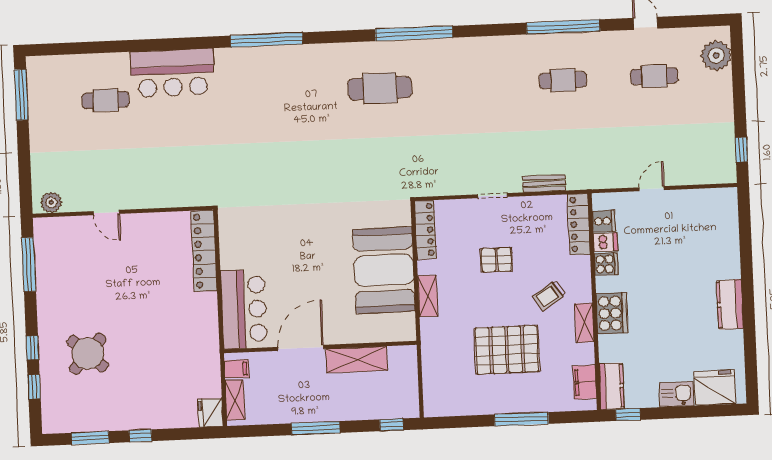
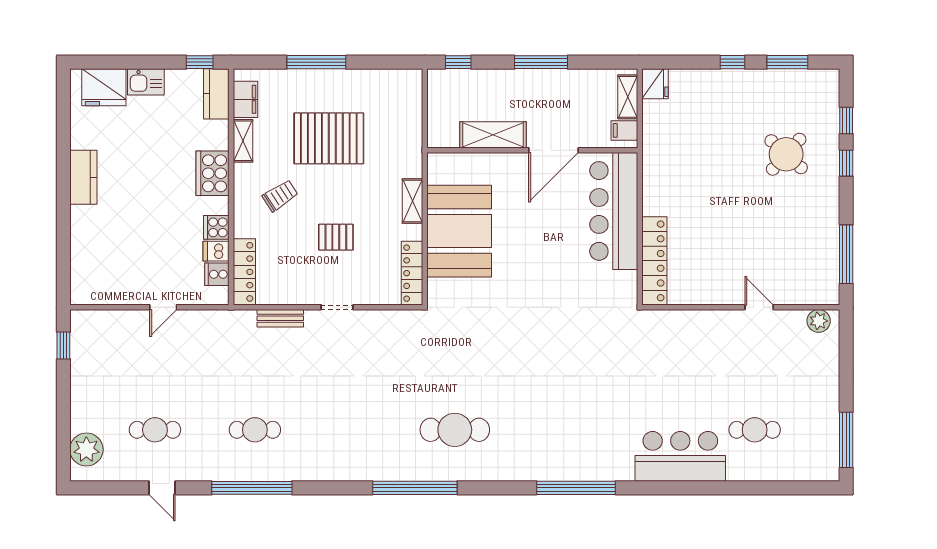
bar counter: (244, 309) -> (614, 211), width x1.36
shelving: (584, 323) -> (243, 141), moved

